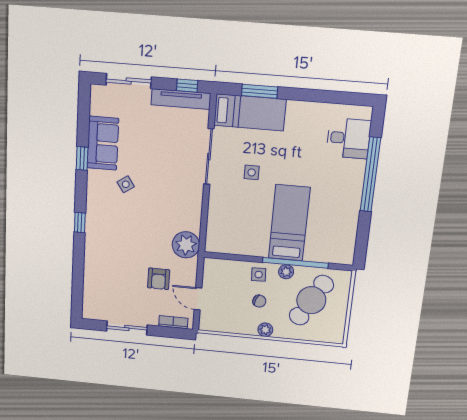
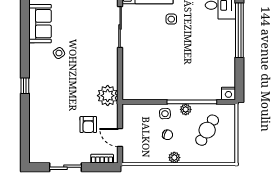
window: (82, 158) -> (25, 36), removed
side table: (252, 172) -> (171, 19), moved
bed: (289, 223) -> (184, 71), removed
nightstand: (345, 257) -> (228, 93), added
cafe table: (311, 300) -> (207, 130), width x0.73, depth x0.74

